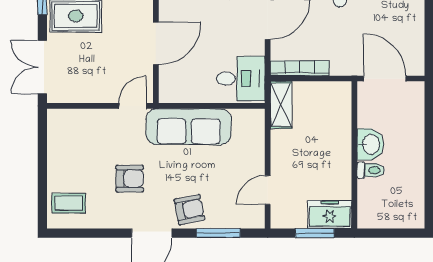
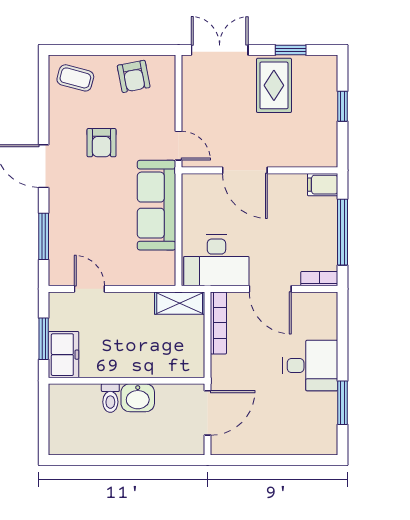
desk: (241, 79) -> (216, 260), width x1.37
coffee table: (69, 203) -> (75, 78), turned -75
armchair: (189, 210) -> (134, 76), moved

